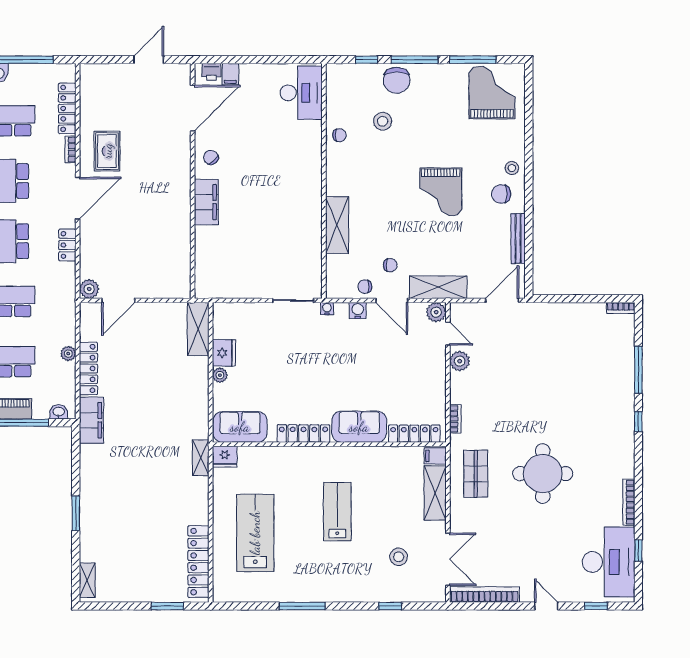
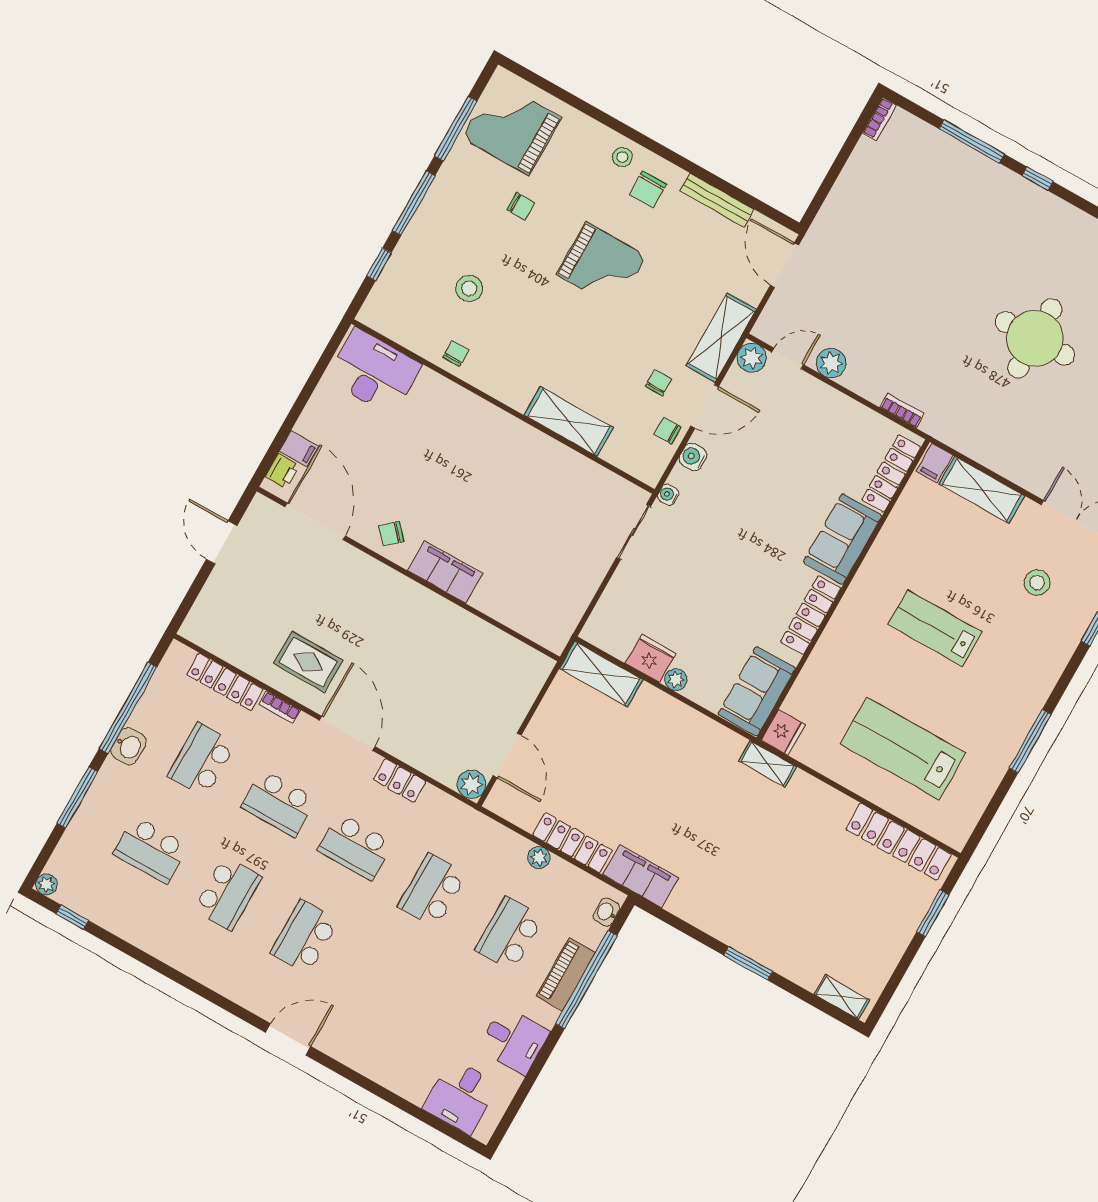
chair: (397, 80) -> (521, 206), moved, width x0.54, depth x0.54
chair: (365, 287) -> (668, 431), turned 90
shop shelf: (476, 474) -> (987, 424), removed

